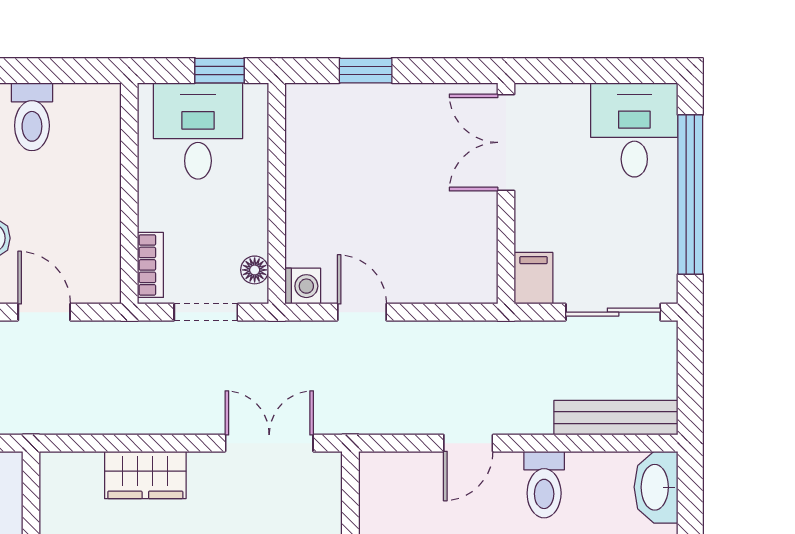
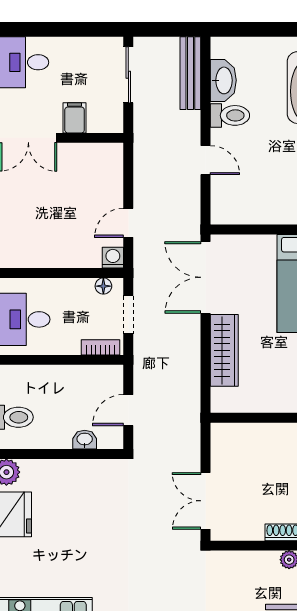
window: (690, 194) -> (59, 29), removed
filing cabinet: (534, 278) -> (75, 118), moved, turned 90
double door: (269, 443) -> (205, 277), width x1.37
wardrobe: (145, 475) -> (224, 350), width x1.50
washbasin: (656, 487) -> (223, 80), moved, turned -90

